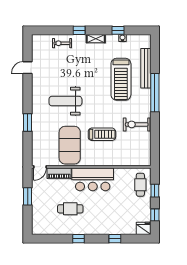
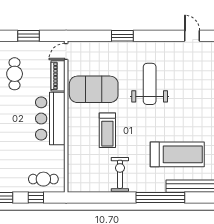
treadmill: (121, 79) -> (177, 154), turned 180
door: (40, 167) -> (66, 52), hinge flipped
cafe table: (70, 209) -> (15, 74), moved

